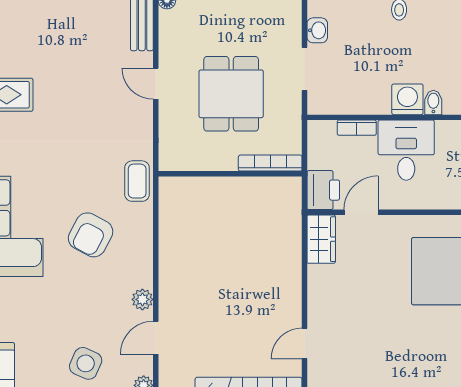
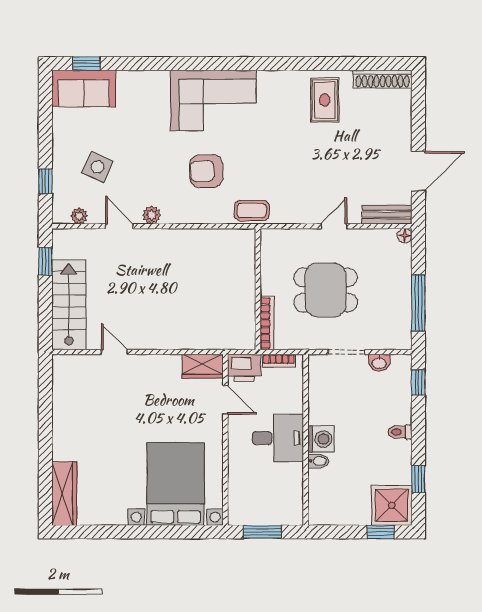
bookcase: (357, 128) -> (279, 361), moved, turned -90
armchair: (91, 235) -> (206, 171), turned -30

